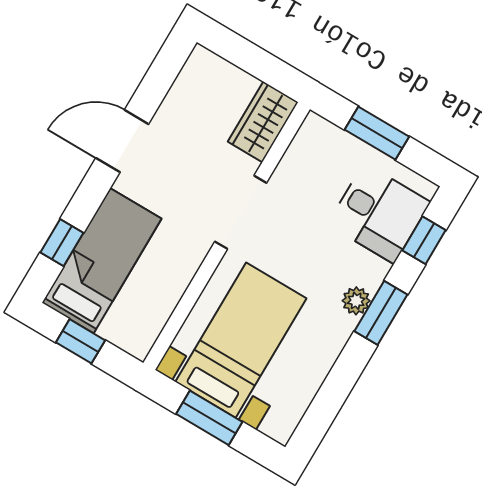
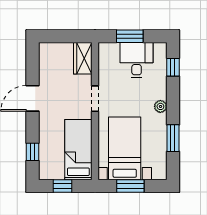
doorway: (241, 212) -> (95, 99), width x0.73
desk: (379, 213) -> (137, 60), moved, turned -90
bed: (102, 261) -> (78, 150), moved
window: (381, 313) -> (173, 138), moved

